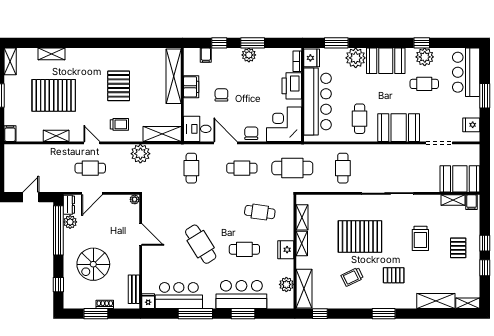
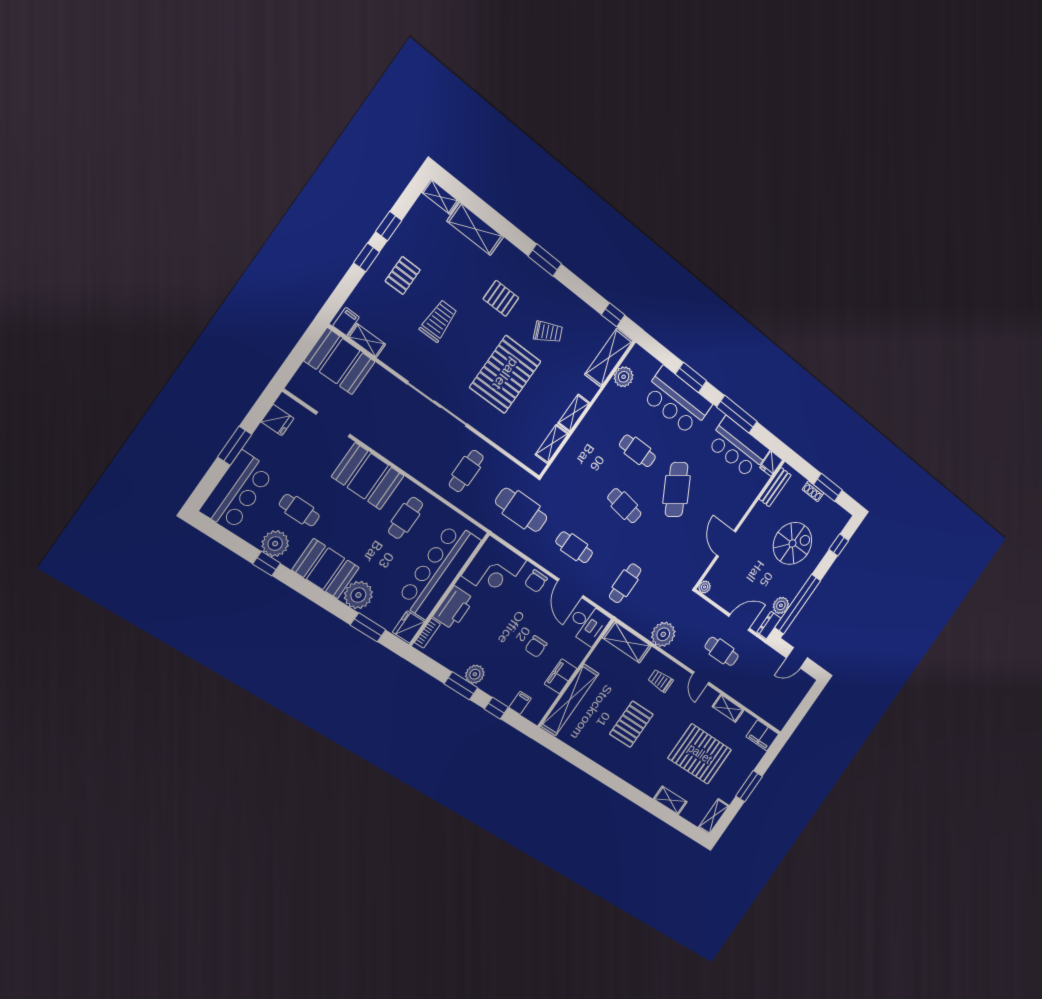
filing cabinet: (10, 134) -> (762, 735), width x2.00
cafe table: (260, 212) -> (624, 506), moved
pallet: (360, 236) -> (505, 374), turned 90
fridge: (286, 250) -> (596, 418), removed

